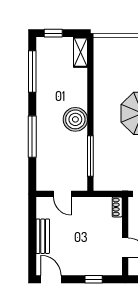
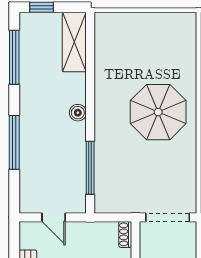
shelving: (80, 52) -> (74, 42), width x1.50, depth x1.33
boiler: (75, 119) -> (78, 113), width x0.54, depth x0.54

